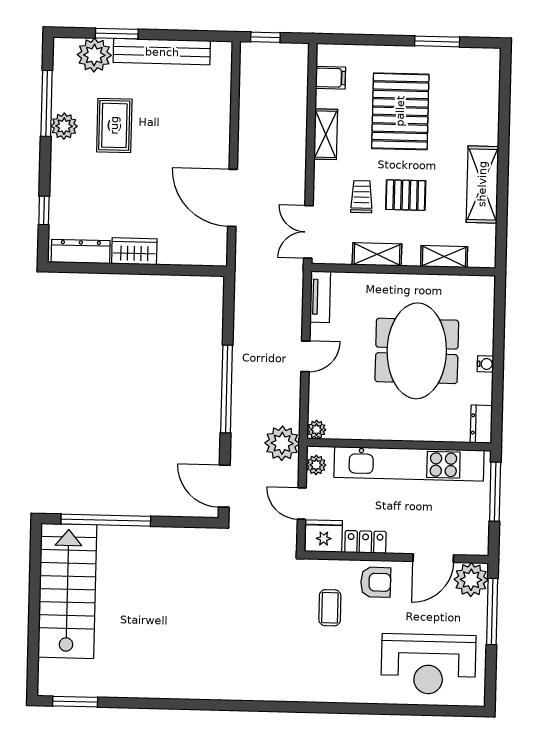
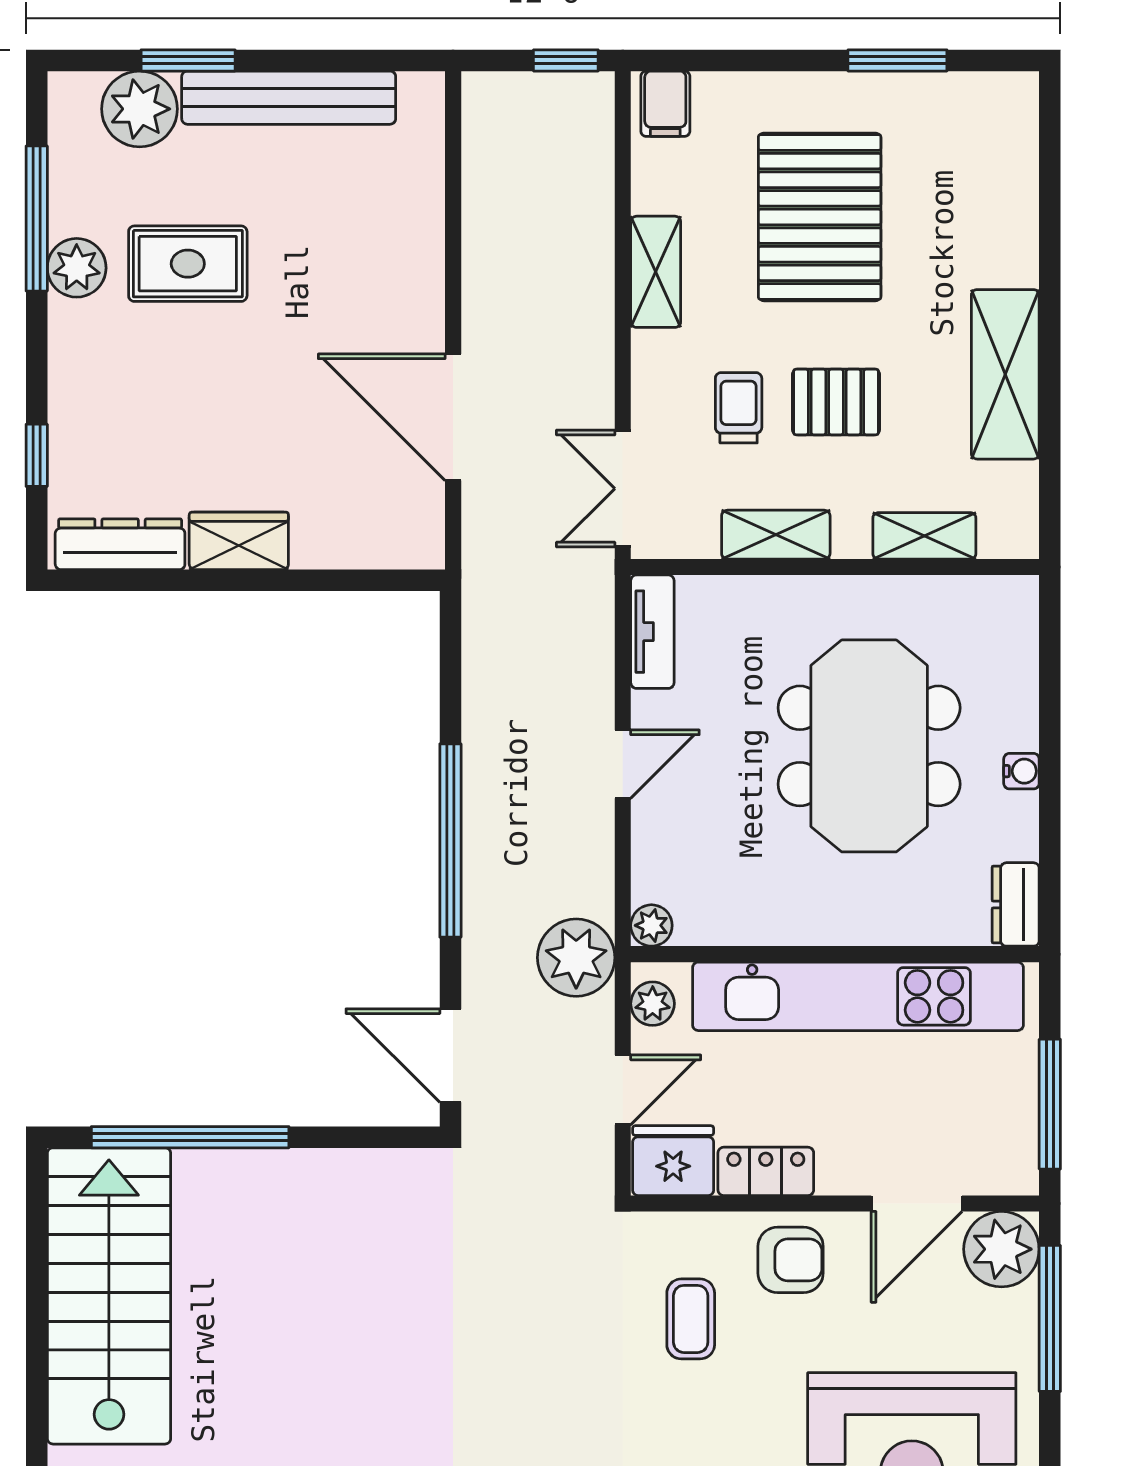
window: (265, 37) -> (566, 60), moved
filing cabinet: (331, 78) -> (665, 104), moved, turned 90
rug: (114, 125) -> (188, 264), turned 90
window: (495, 492) -> (1050, 1104), moved
door: (302, 504) -> (623, 1090), swing flipped

